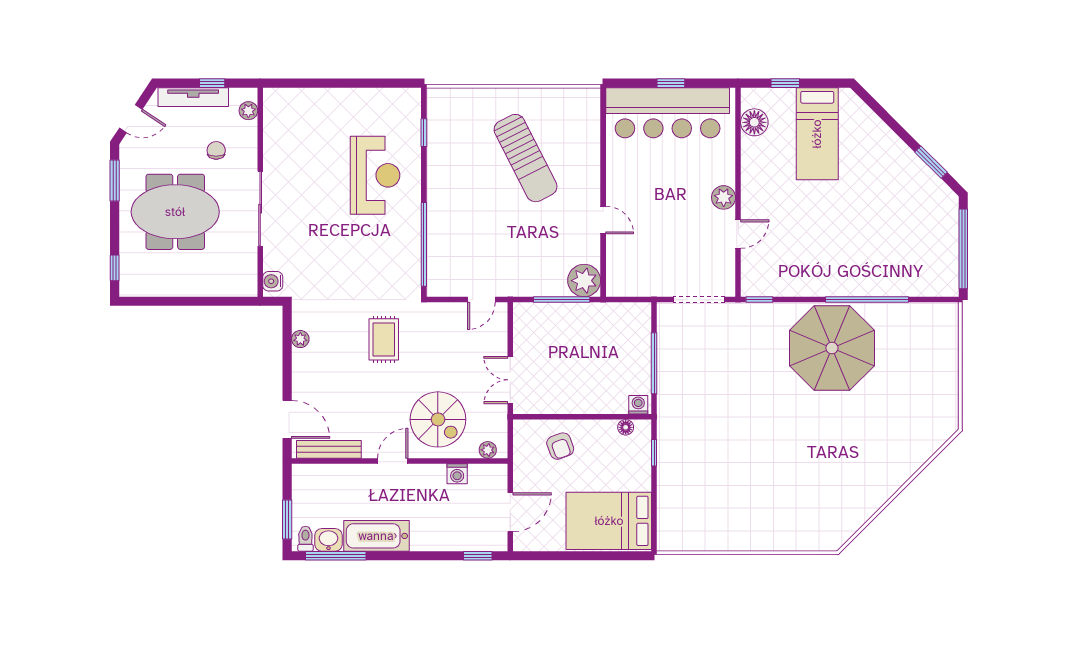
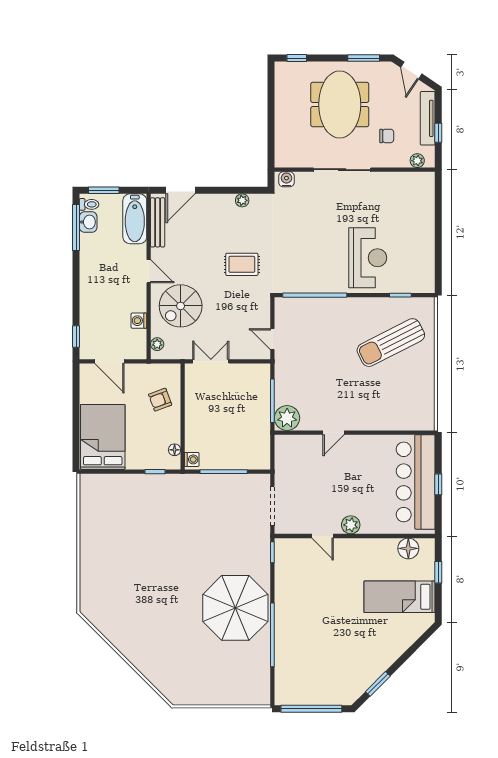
sun lounger: (526, 158) -> (391, 343), moved
reception desk: (375, 175) -> (368, 258), turned -90
bathtub: (376, 536) -> (135, 219), moved, turned 180

